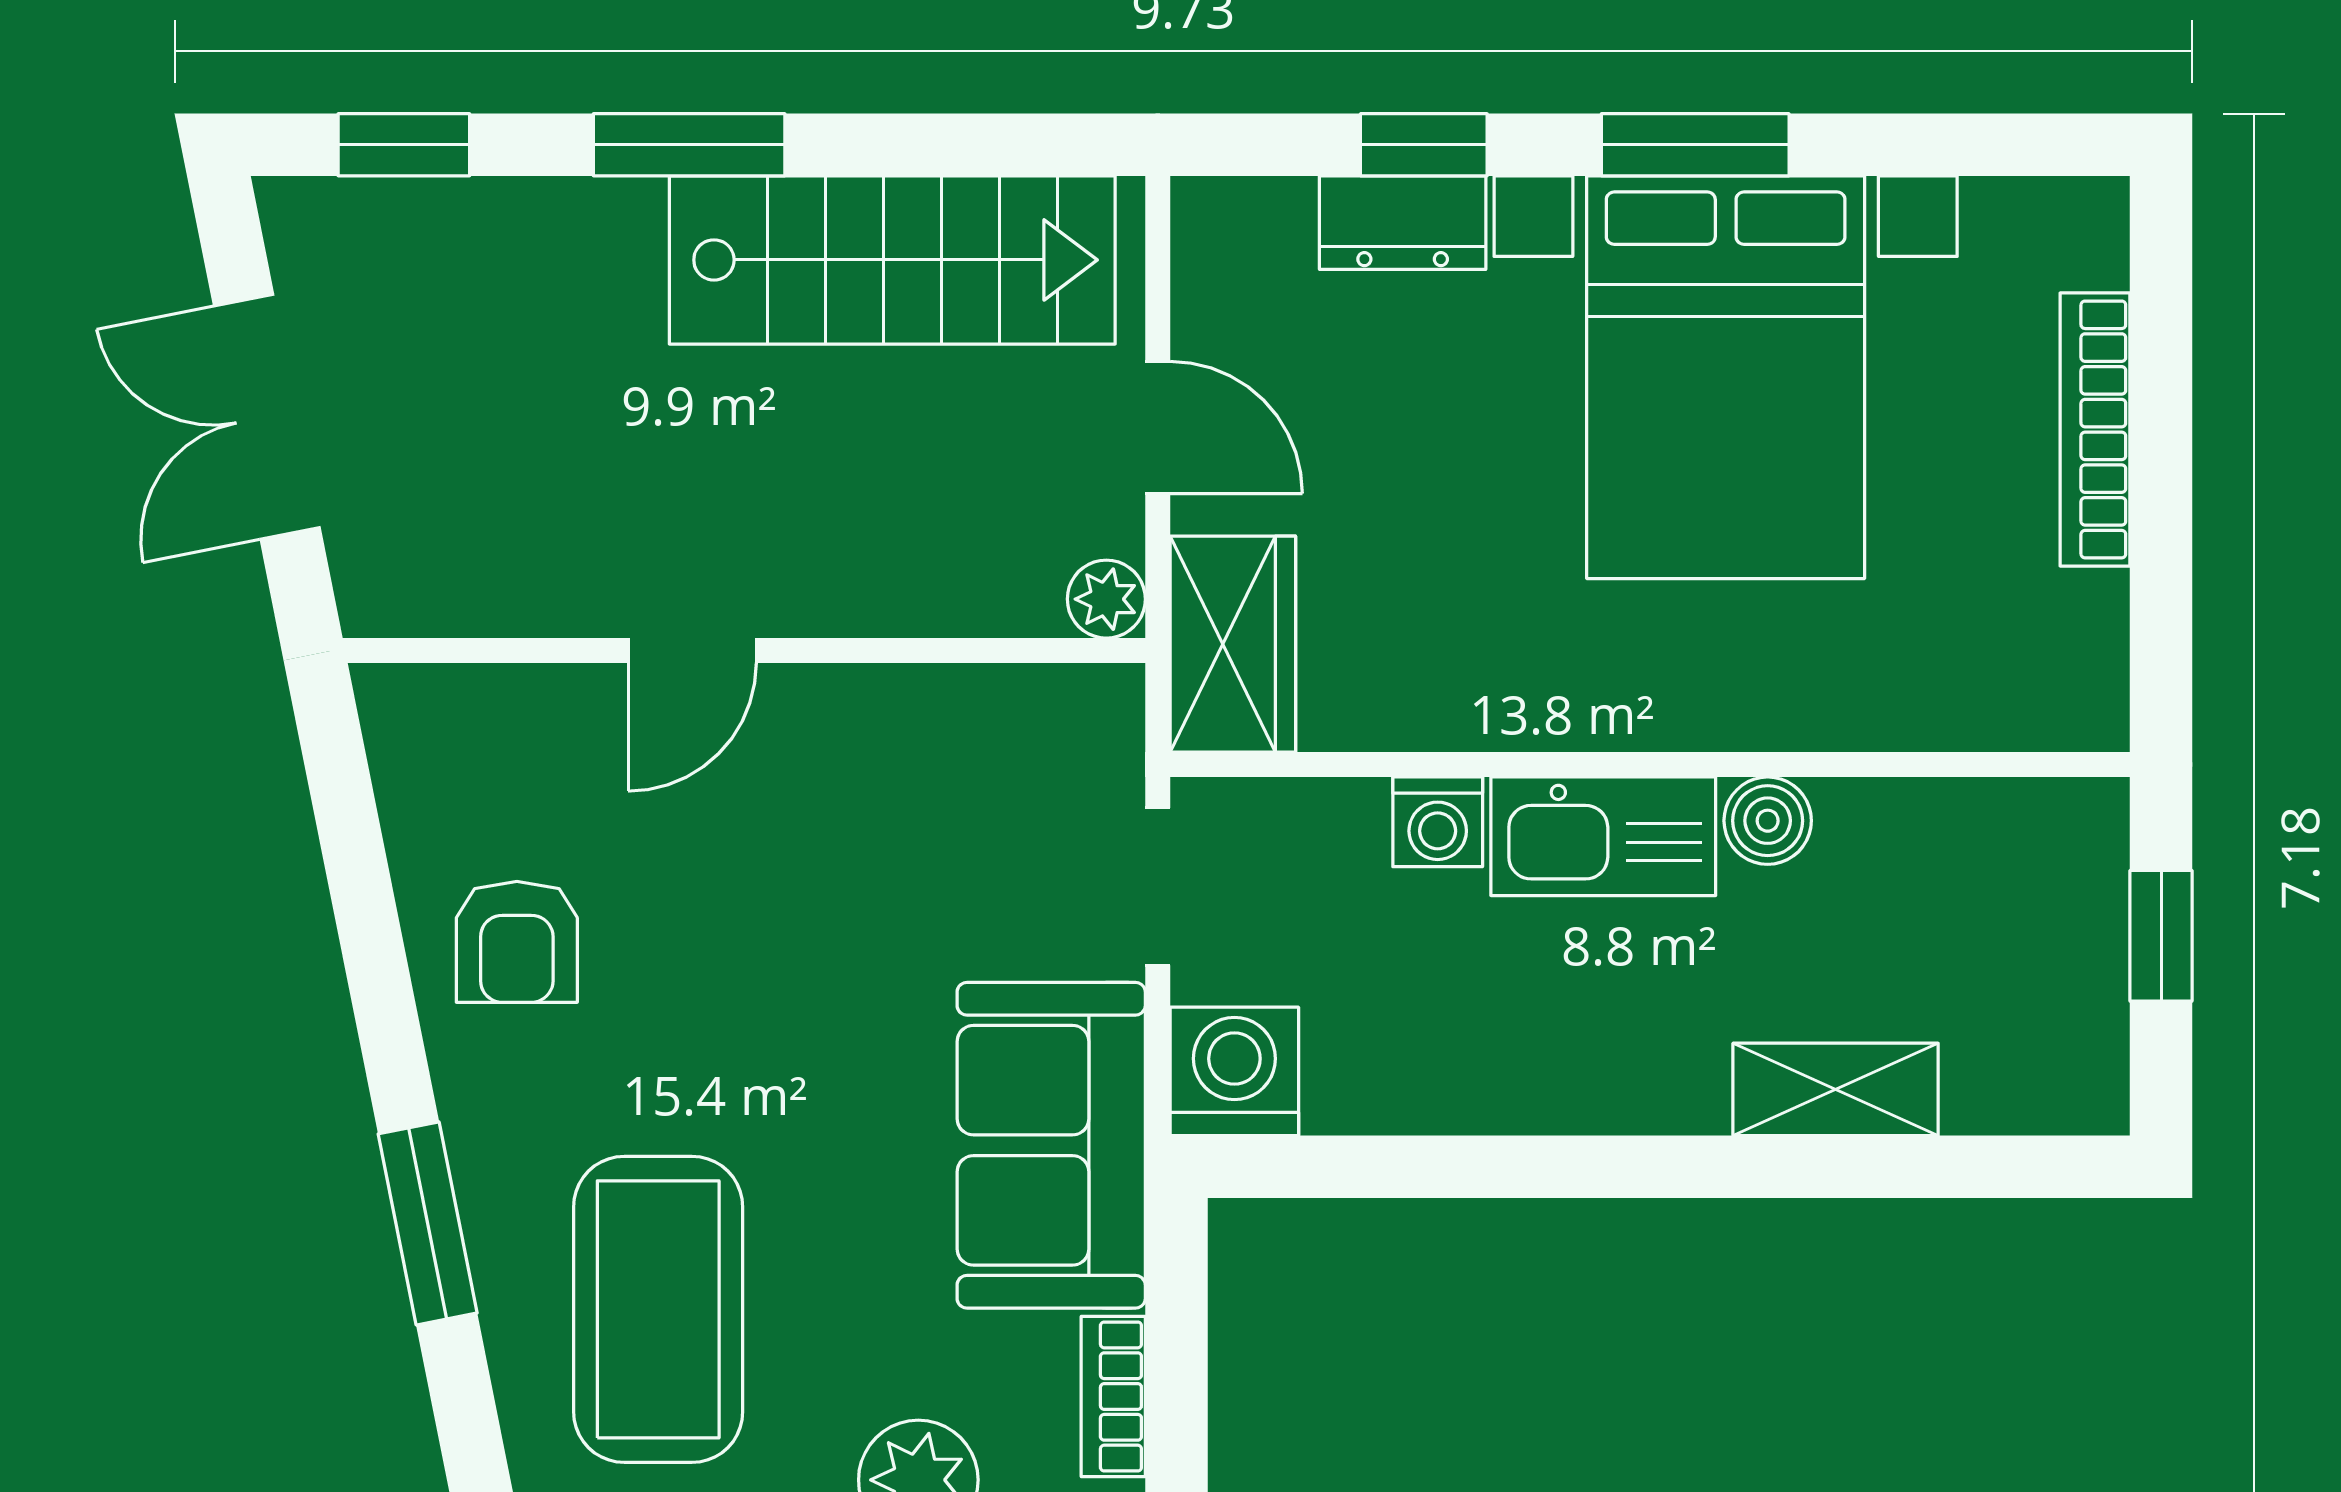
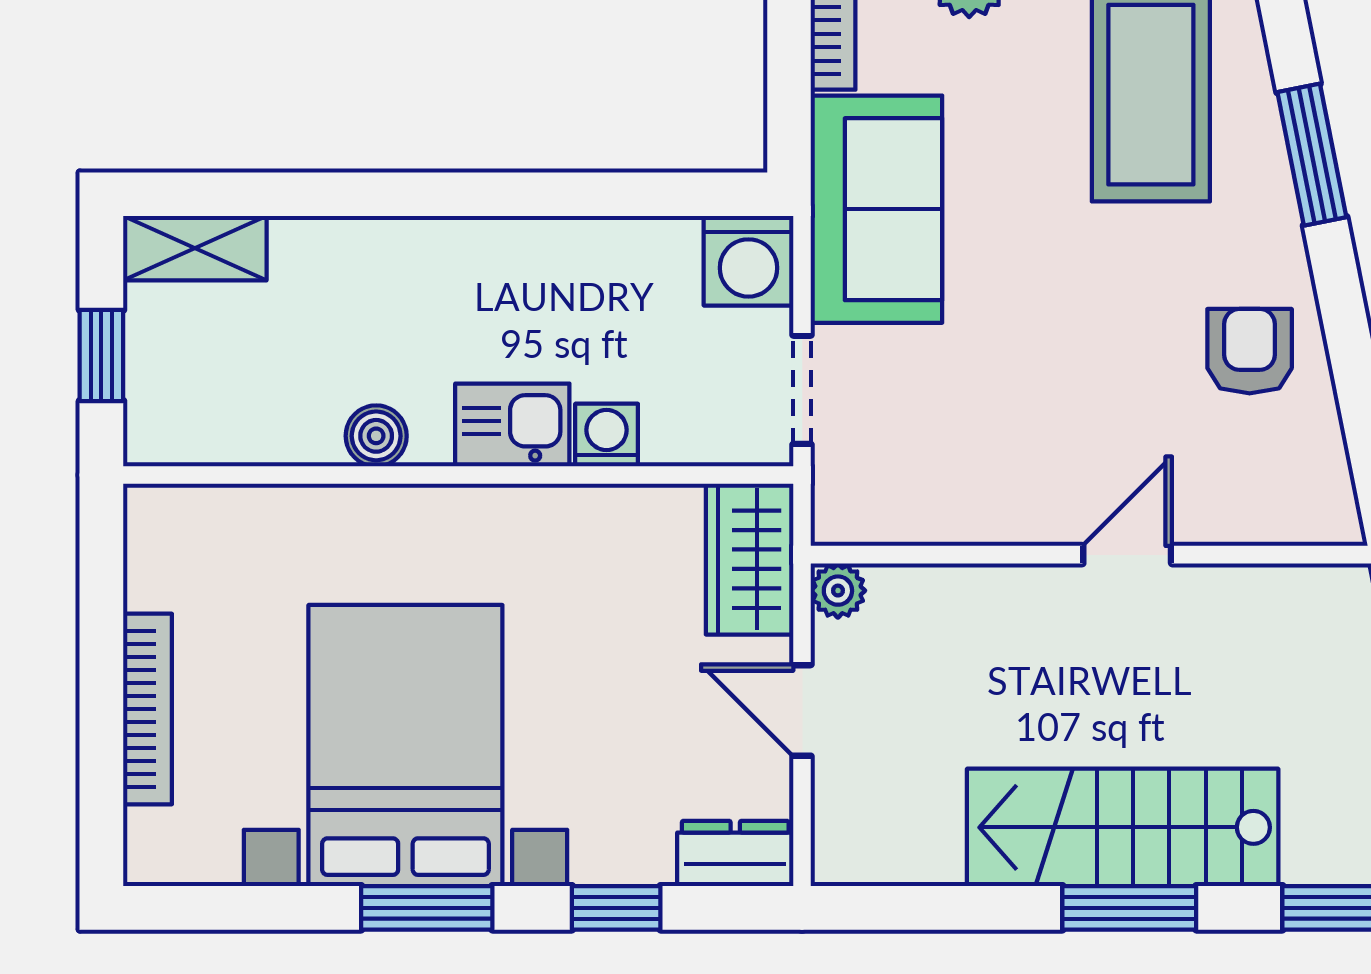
dresser: (1403, 223) -> (735, 853), moved
stairs: (892, 260) -> (1123, 827), moved
kitchen sink: (1603, 836) -> (512, 425), width x0.73
shelving: (1836, 1089) -> (195, 248), moved

